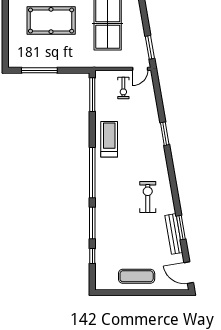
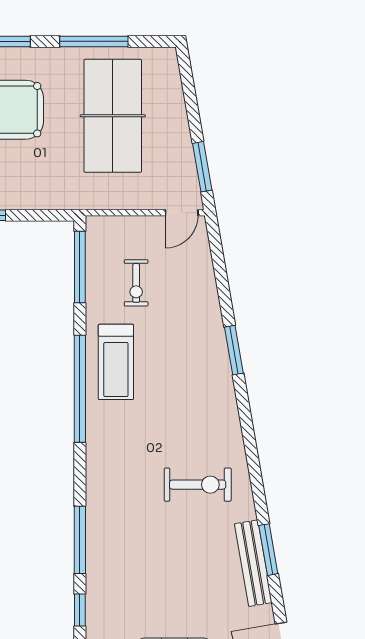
exercise bike: (123, 88) -> (136, 283), moved
treadmill: (109, 139) -> (116, 362), turned 180
window: (92, 173) -> (80, 389), moved
exercise bike: (148, 197) -> (198, 485), turned 90

